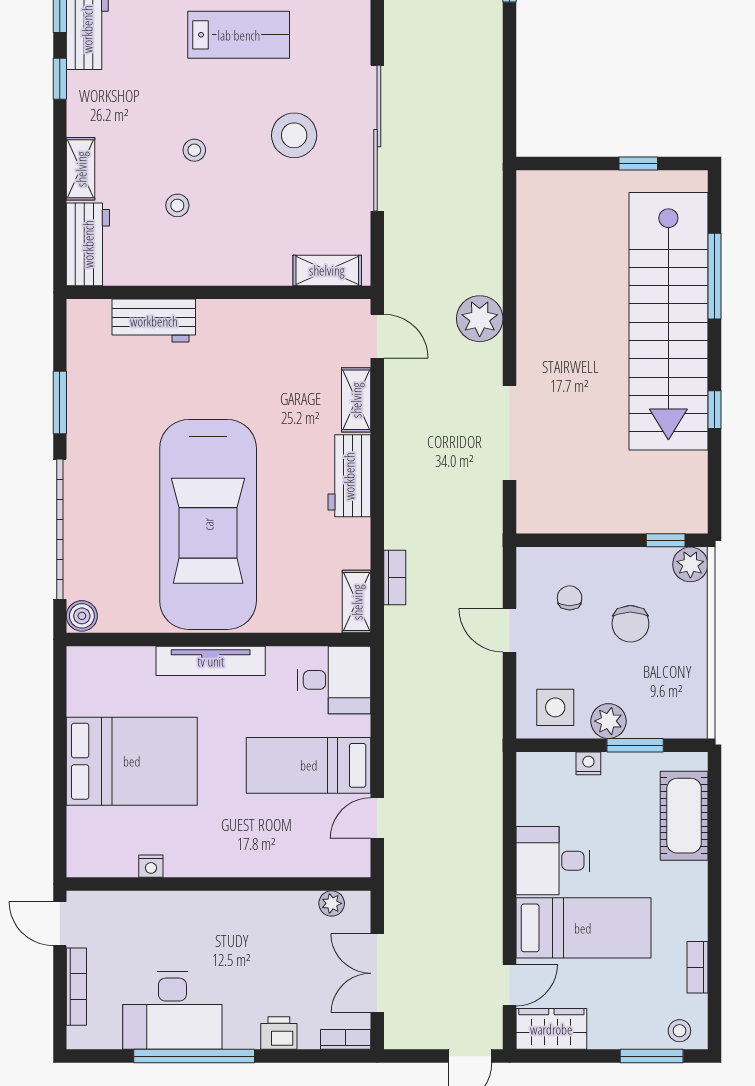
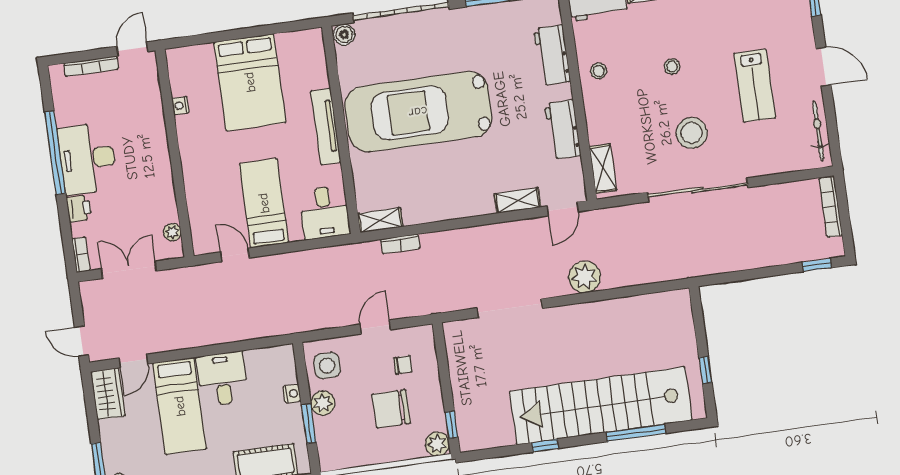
stool: (177, 205) -> (599, 71), moved
workbench: (349, 476) -> (563, 130), moved, turned -90
chair: (630, 624) -> (391, 409), width x1.37, depth x1.37
door: (509, 985) -> (134, 361), hinge flipped
desk: (172, 1011) -> (87, 159), moved

